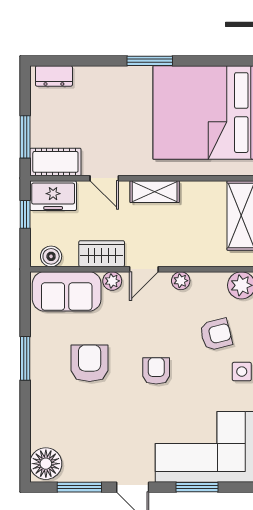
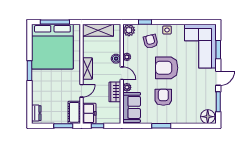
boiler: (51, 256) -> (116, 59), moved
armchair: (90, 363) -> (163, 97), turned 90
armchair: (156, 371) -> (167, 68), width x1.88, depth x1.88

